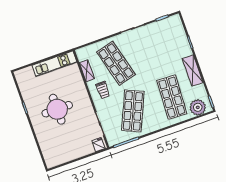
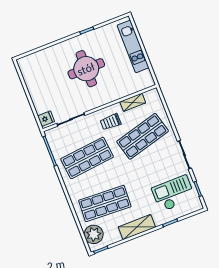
checkout: (165, 39) -> (173, 194), added
kitchen unit: (54, 64) -> (133, 46), moved
shop shelf: (133, 111) -> (87, 158), turned -30

